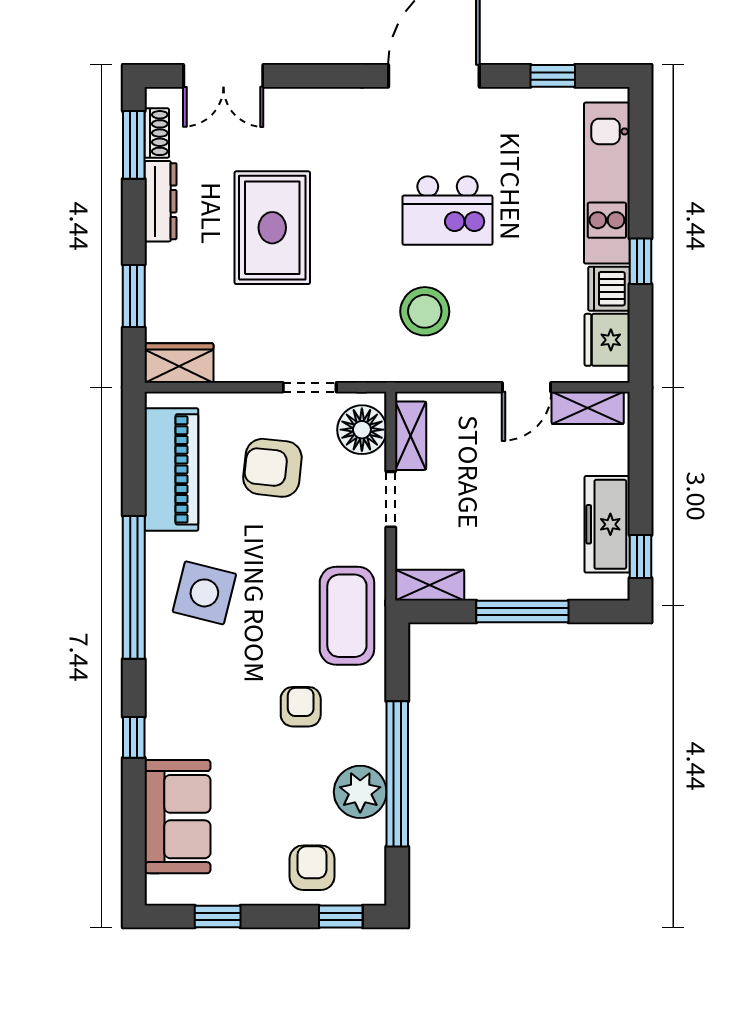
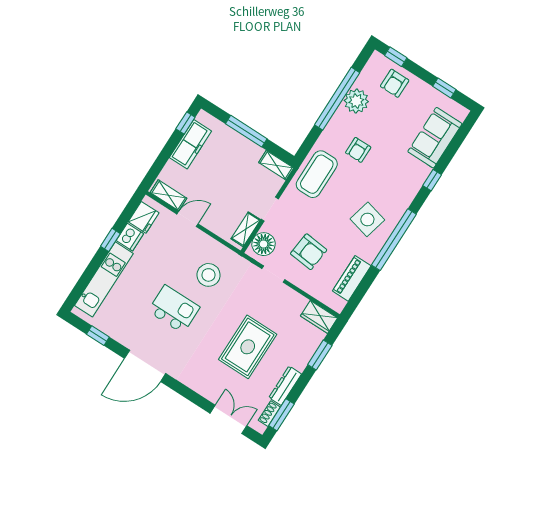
piano: (171, 469) -> (352, 278), width x0.73, depth x0.75

